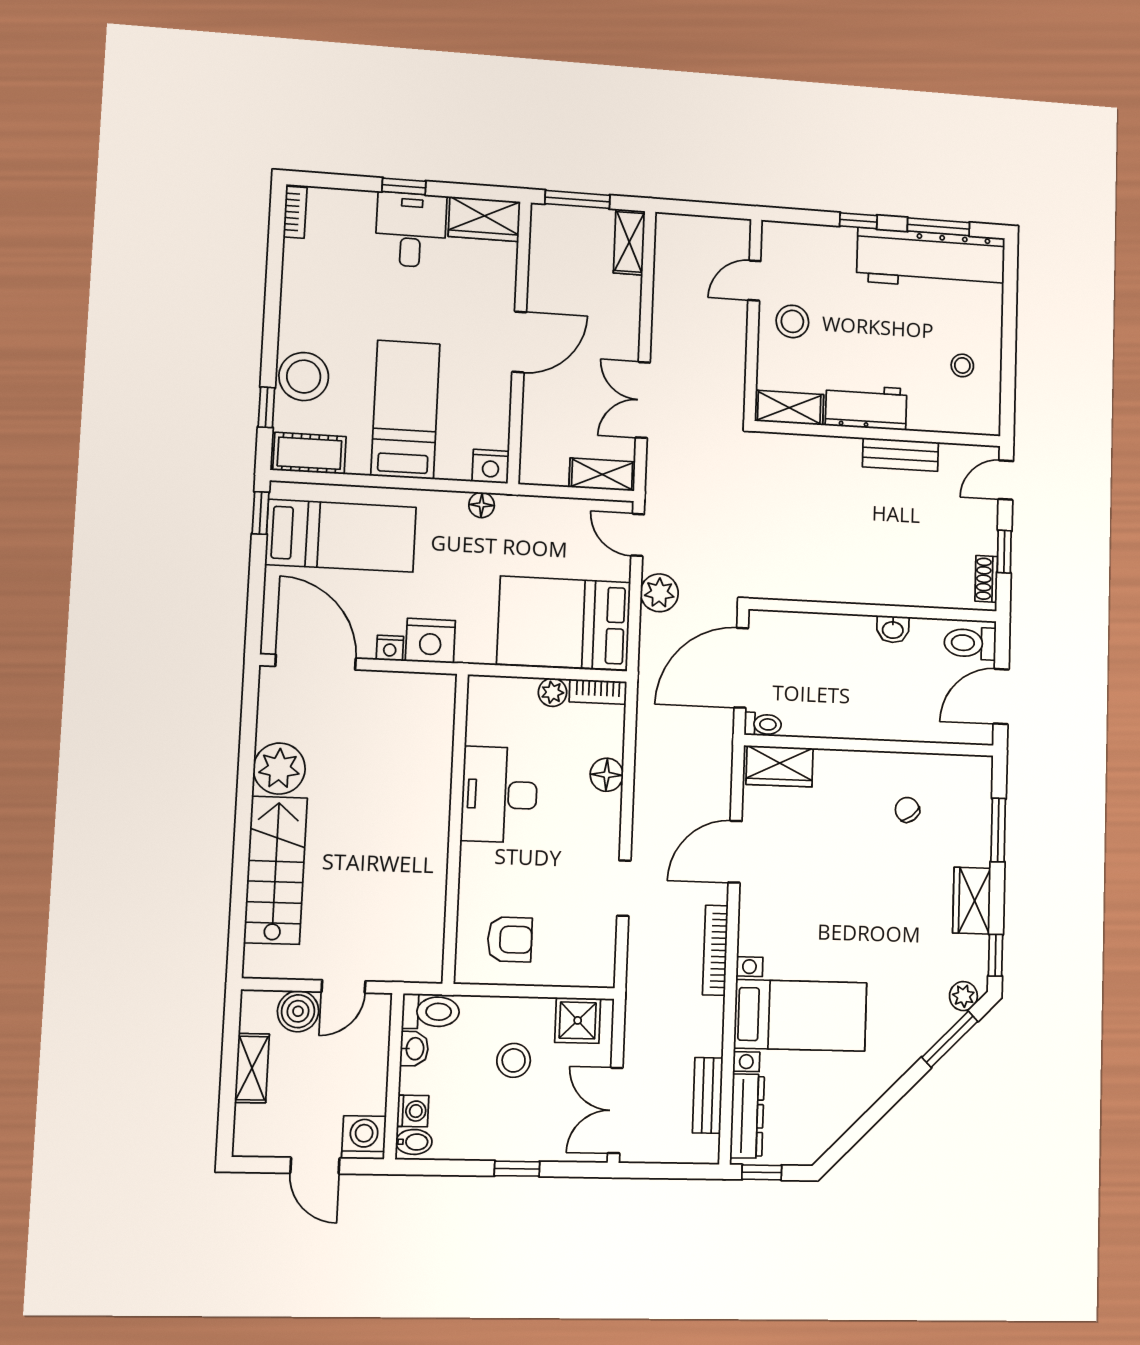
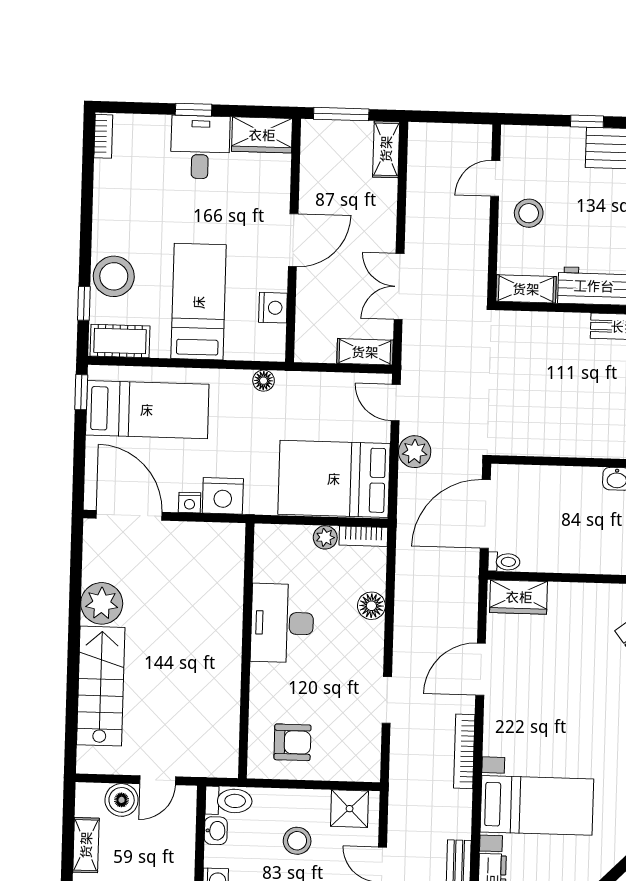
nightstand: (491, 466) -> (273, 308), moved, turned -90

